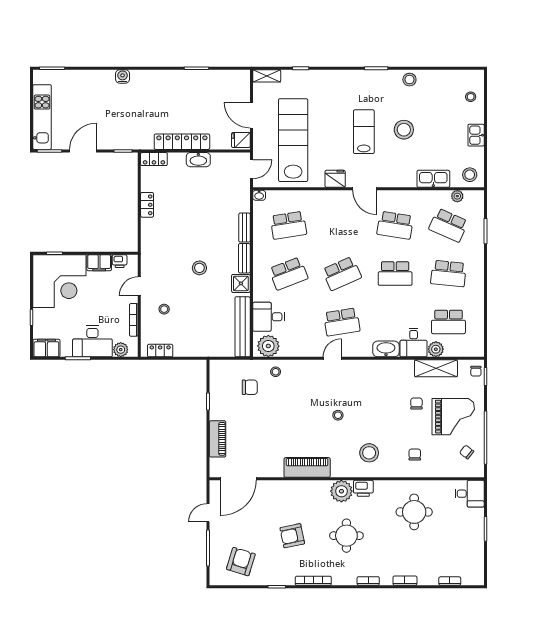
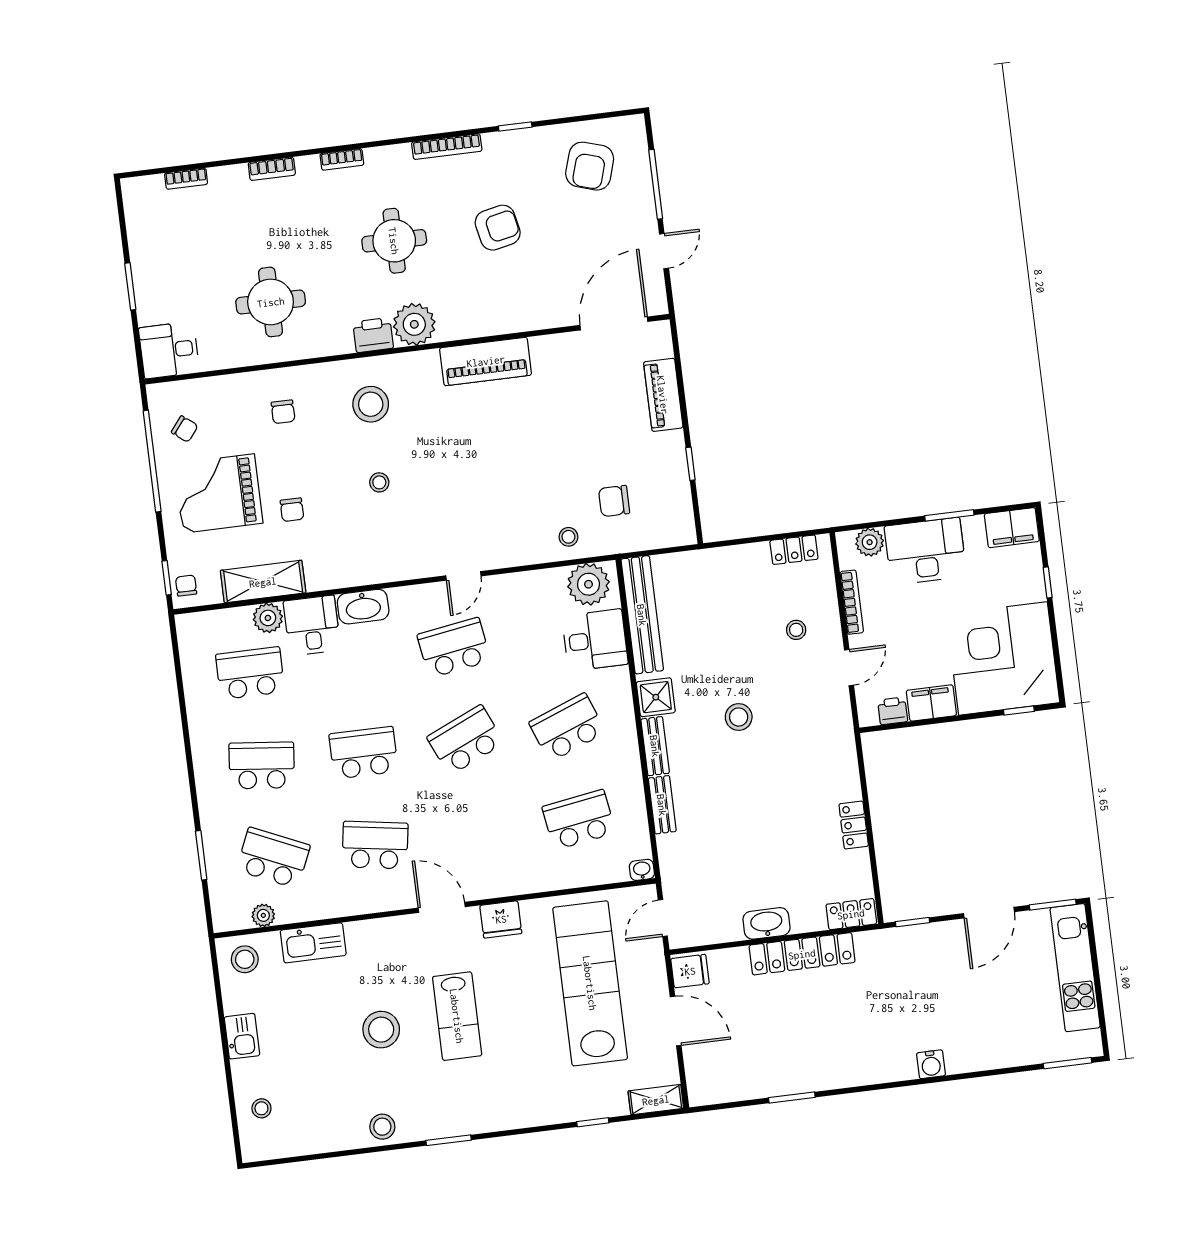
lab bench: (293, 140) -> (590, 983), turned 180
stool: (338, 415) -> (379, 482), moved

